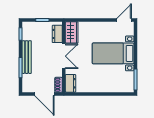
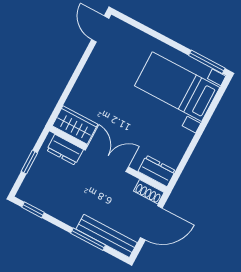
bed with nightstands: (113, 53) -> (177, 87), moved, turned 90
bench: (27, 57) -> (107, 236), moved

